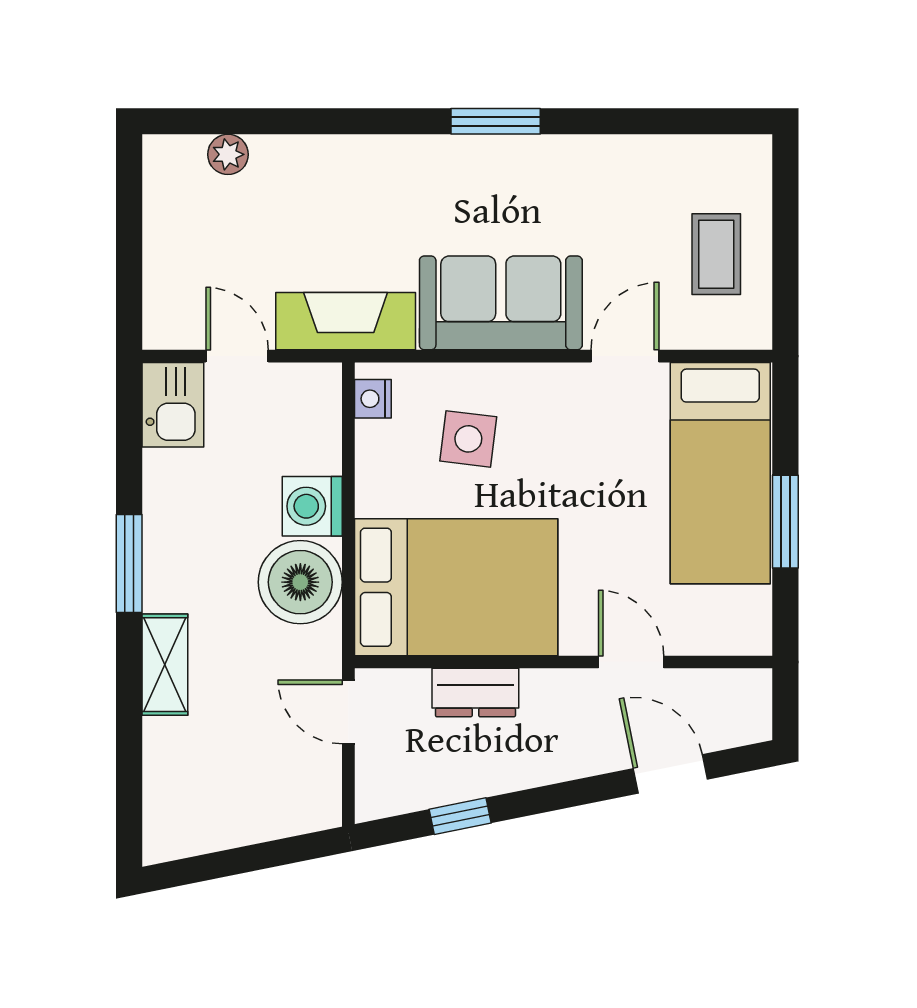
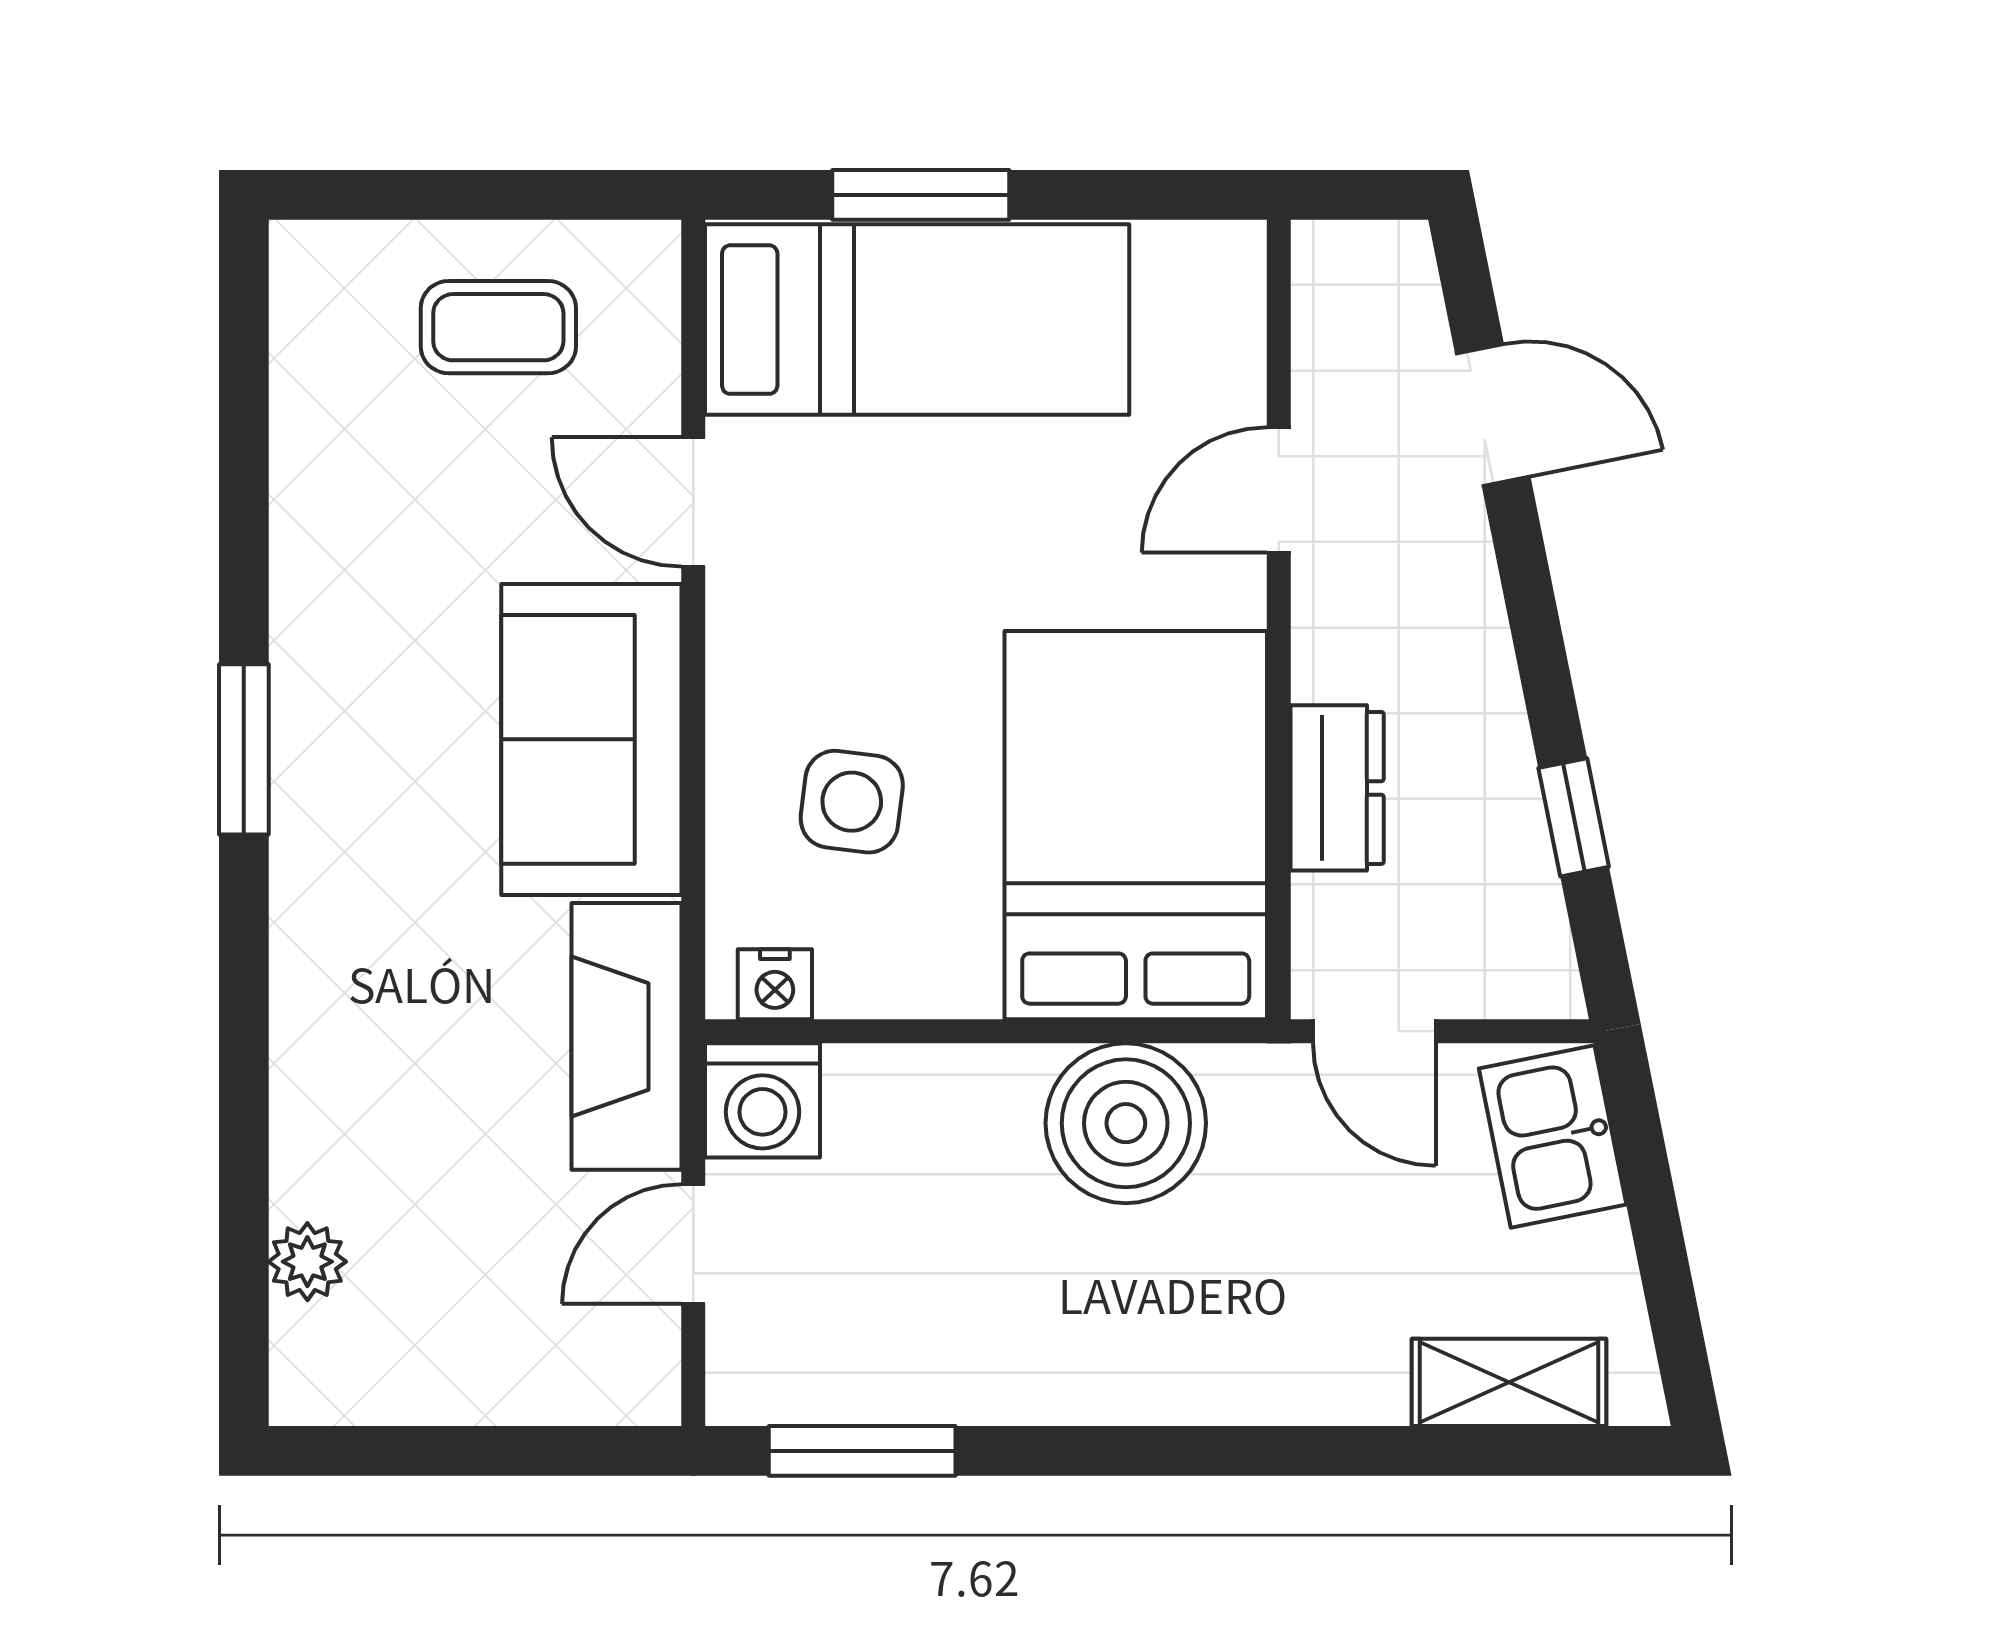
kitchen sink: (173, 405) -> (1553, 1137), moved, turned -101
washing machine: (312, 506) -> (762, 1100), moved
window: (785, 522) -> (921, 195), moved
window: (129, 564) -> (862, 1451), moved
shelving: (165, 665) -> (1509, 1382), moved
door: (348, 712) -> (1374, 1031), hinge flipped
door: (670, 774) -> (1493, 415), swing flipped

